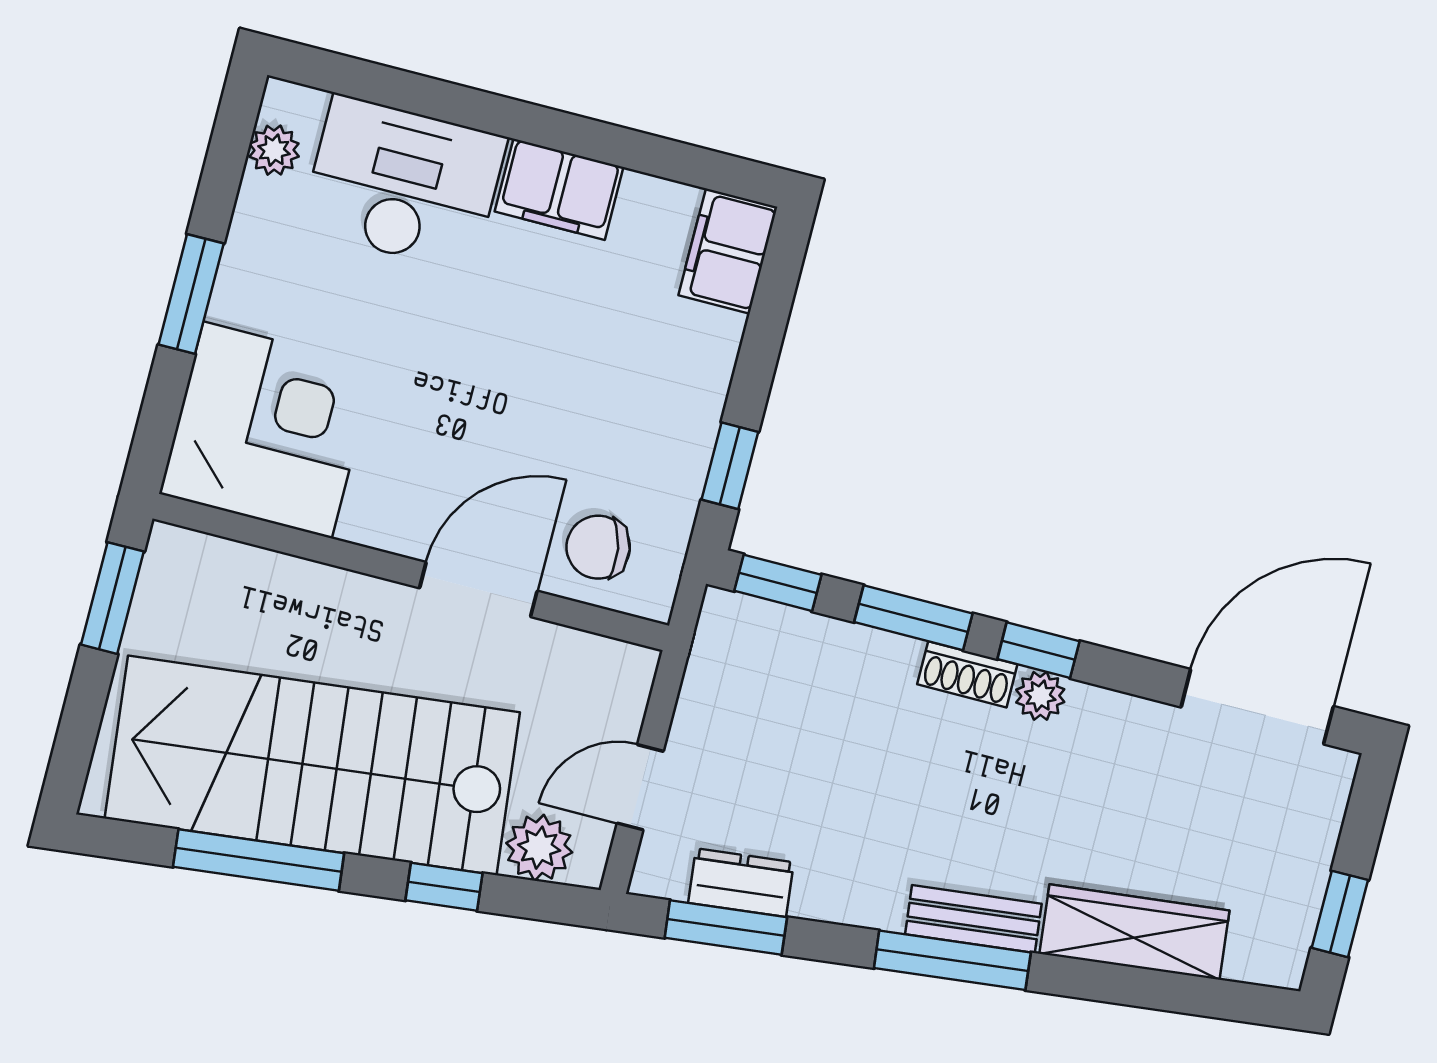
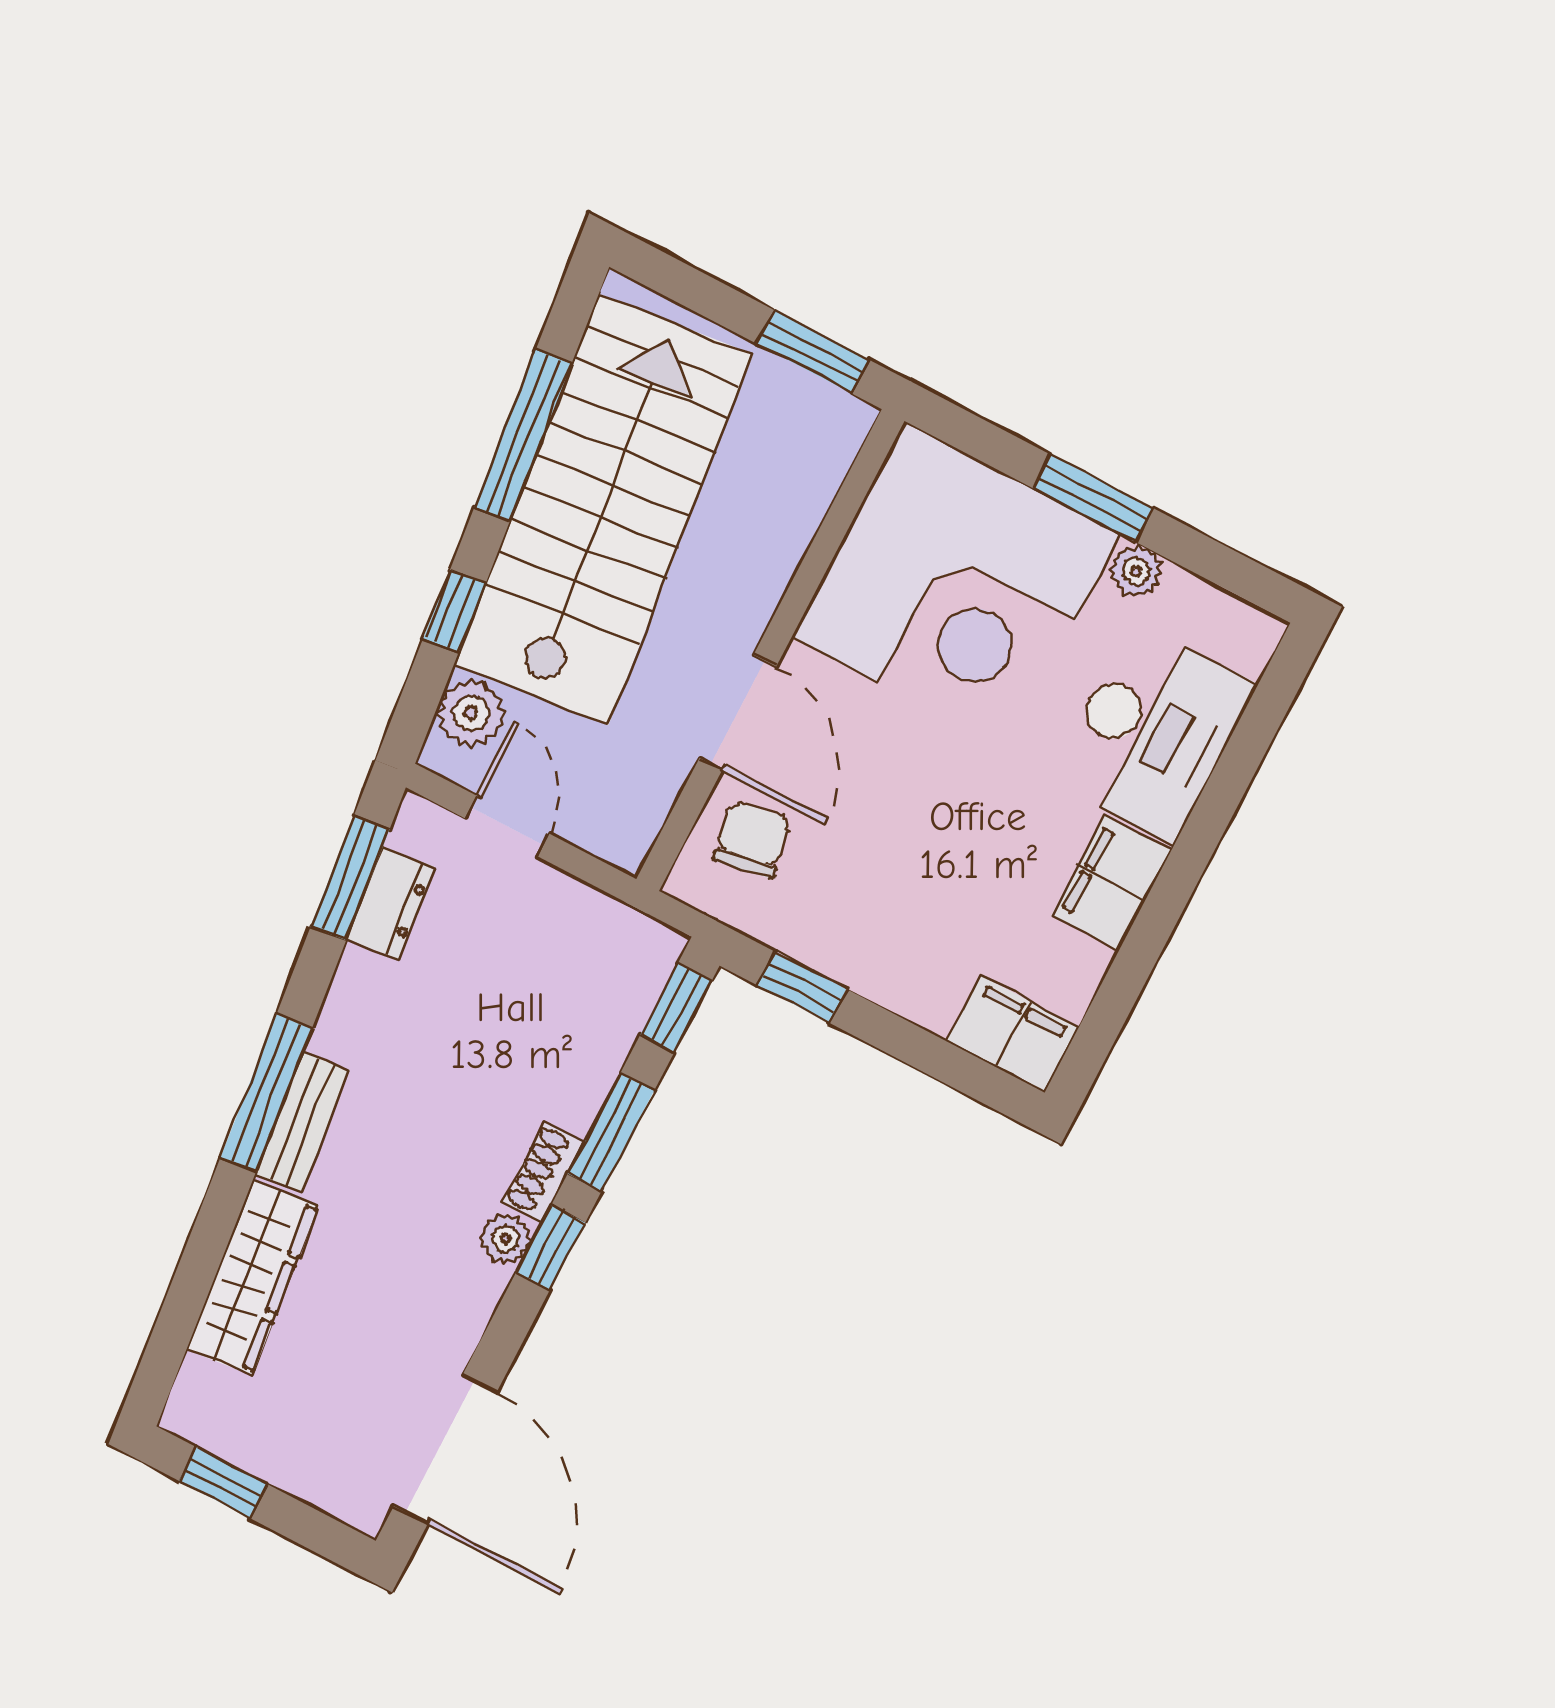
plant: (274, 150) -> (1136, 571), moved
corner desk: (268, 430) -> (956, 586), width x1.36, depth x1.36

